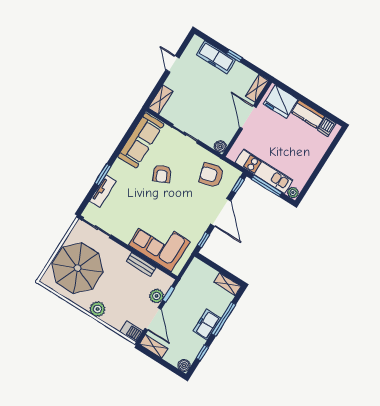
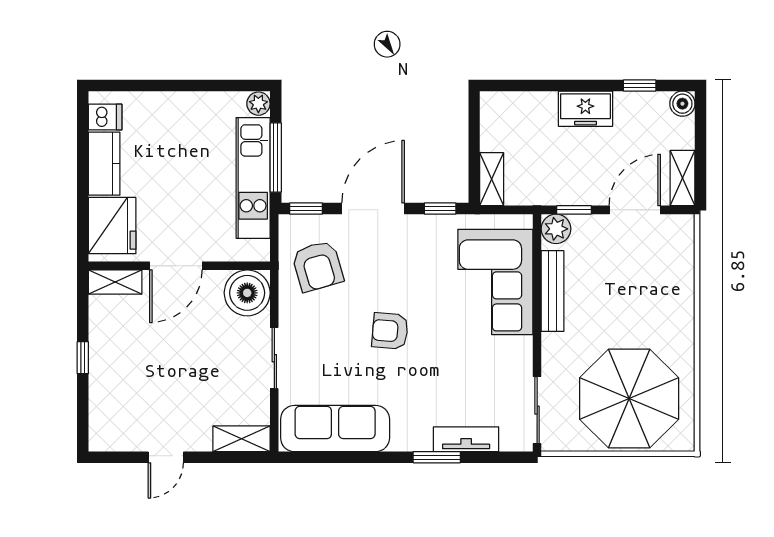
freezer: (216, 57) -> (106, 389), removed
boiler: (220, 146) -> (247, 293), width x1.86, depth x1.86
armchair: (162, 174) -> (390, 331), moved, turned -150
bench: (141, 264) -> (553, 291), width x1.36
shelving: (227, 284) -> (492, 179), moved
plant: (157, 296) -> (556, 229), moved
plant: (98, 309) -> (679, 318), removed
window: (224, 319) -> (557, 85), removed
barbecue: (131, 331) -> (681, 234), removed

